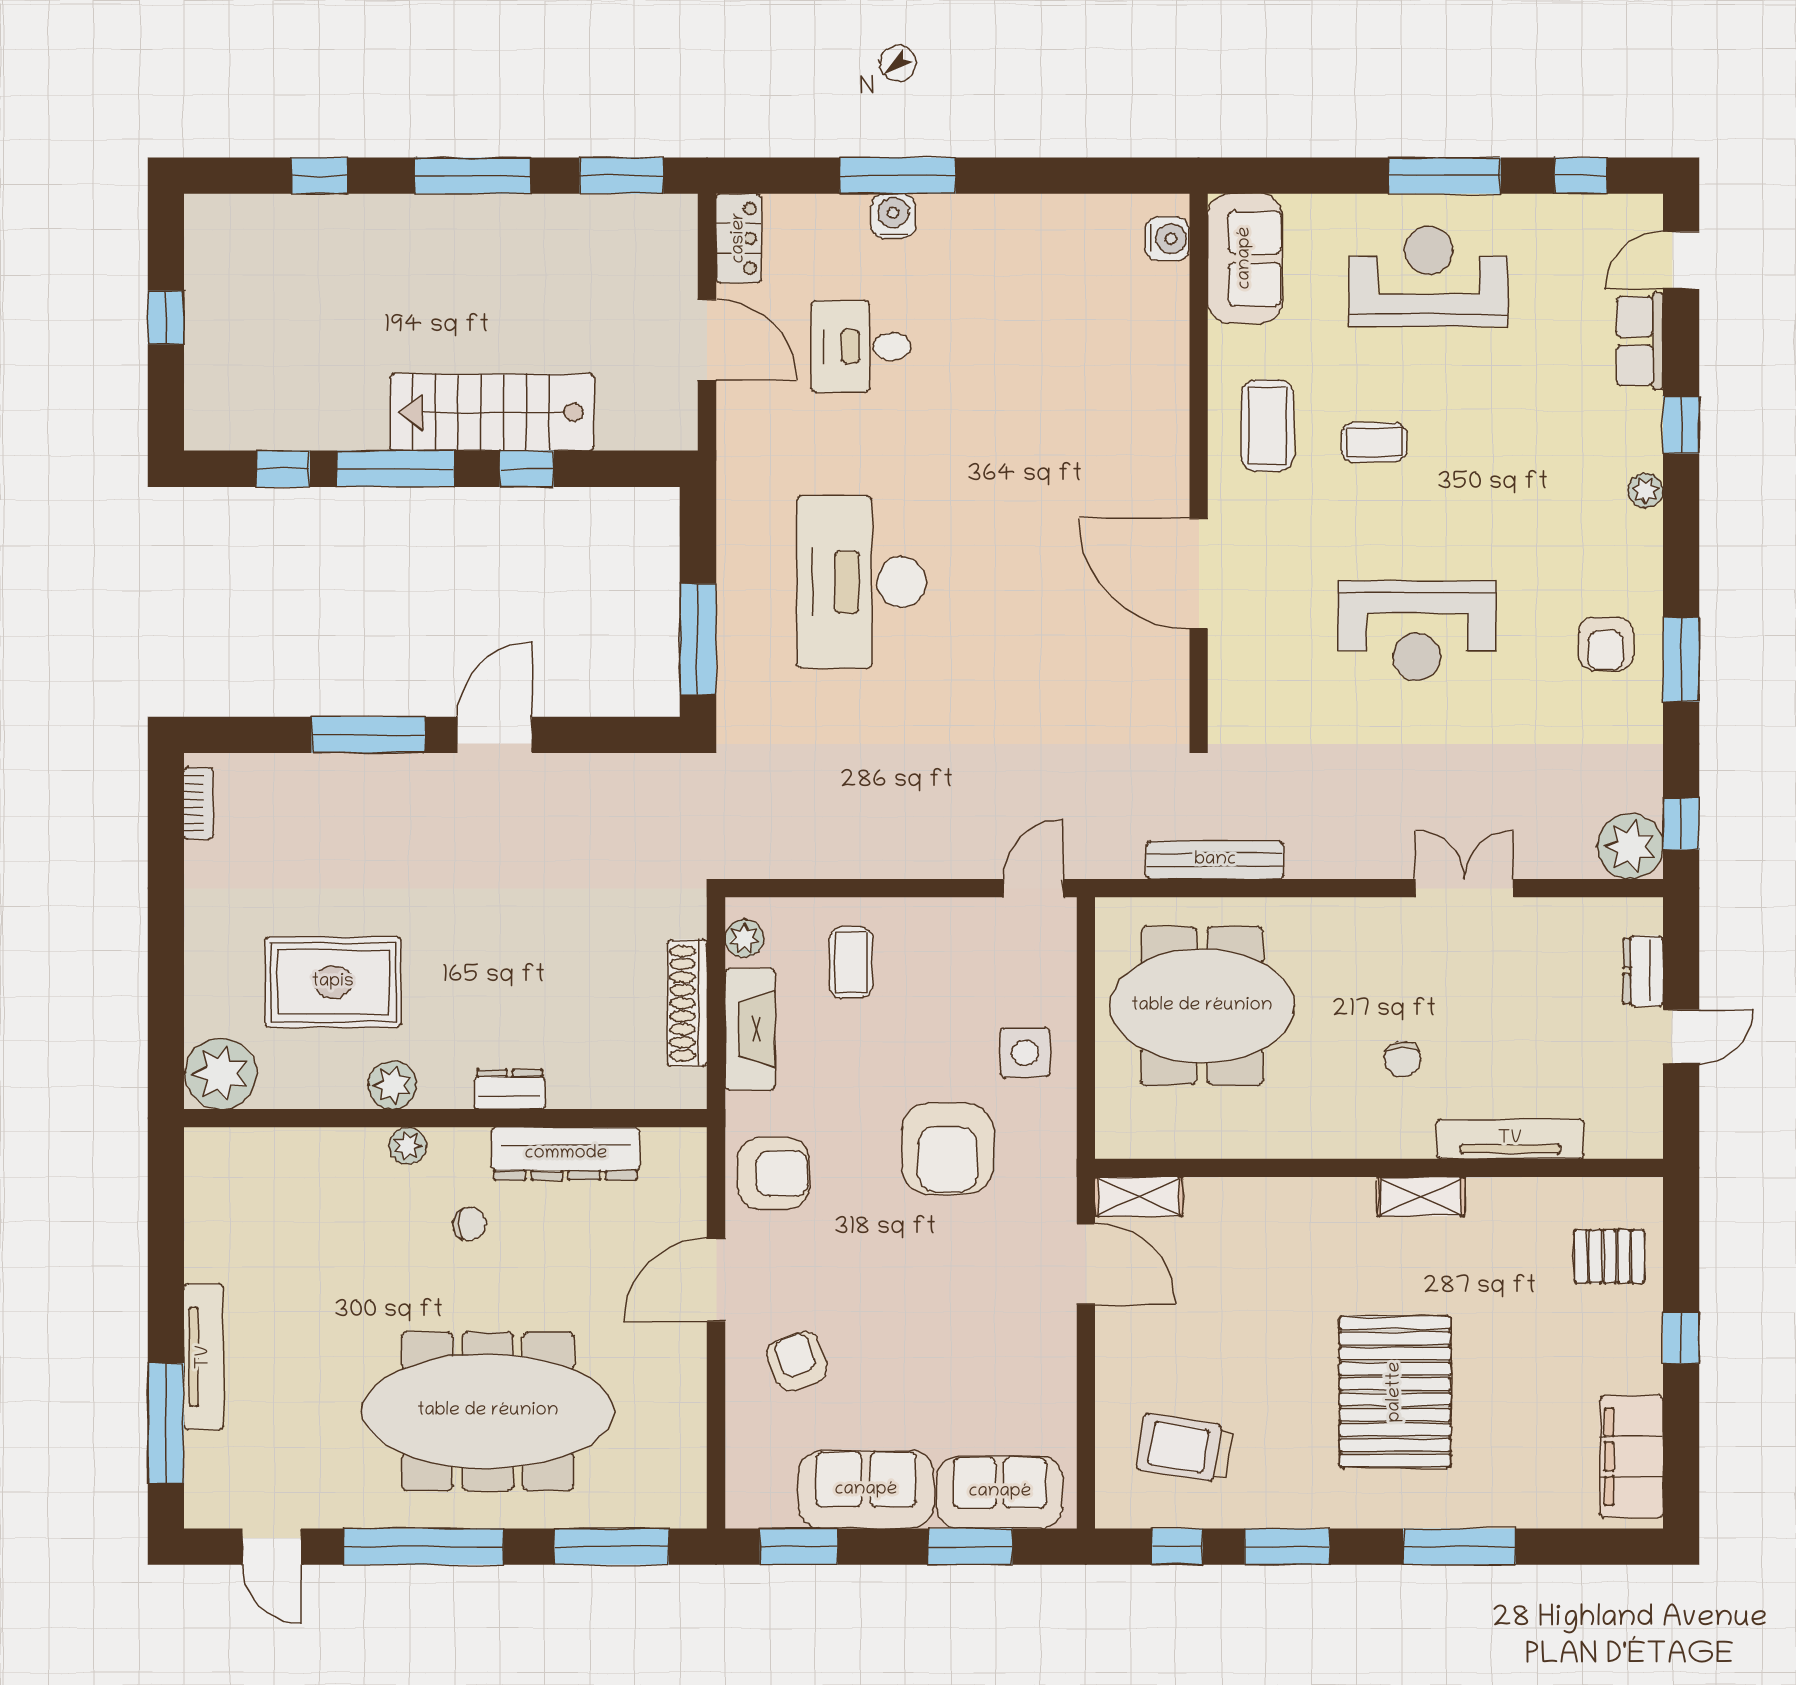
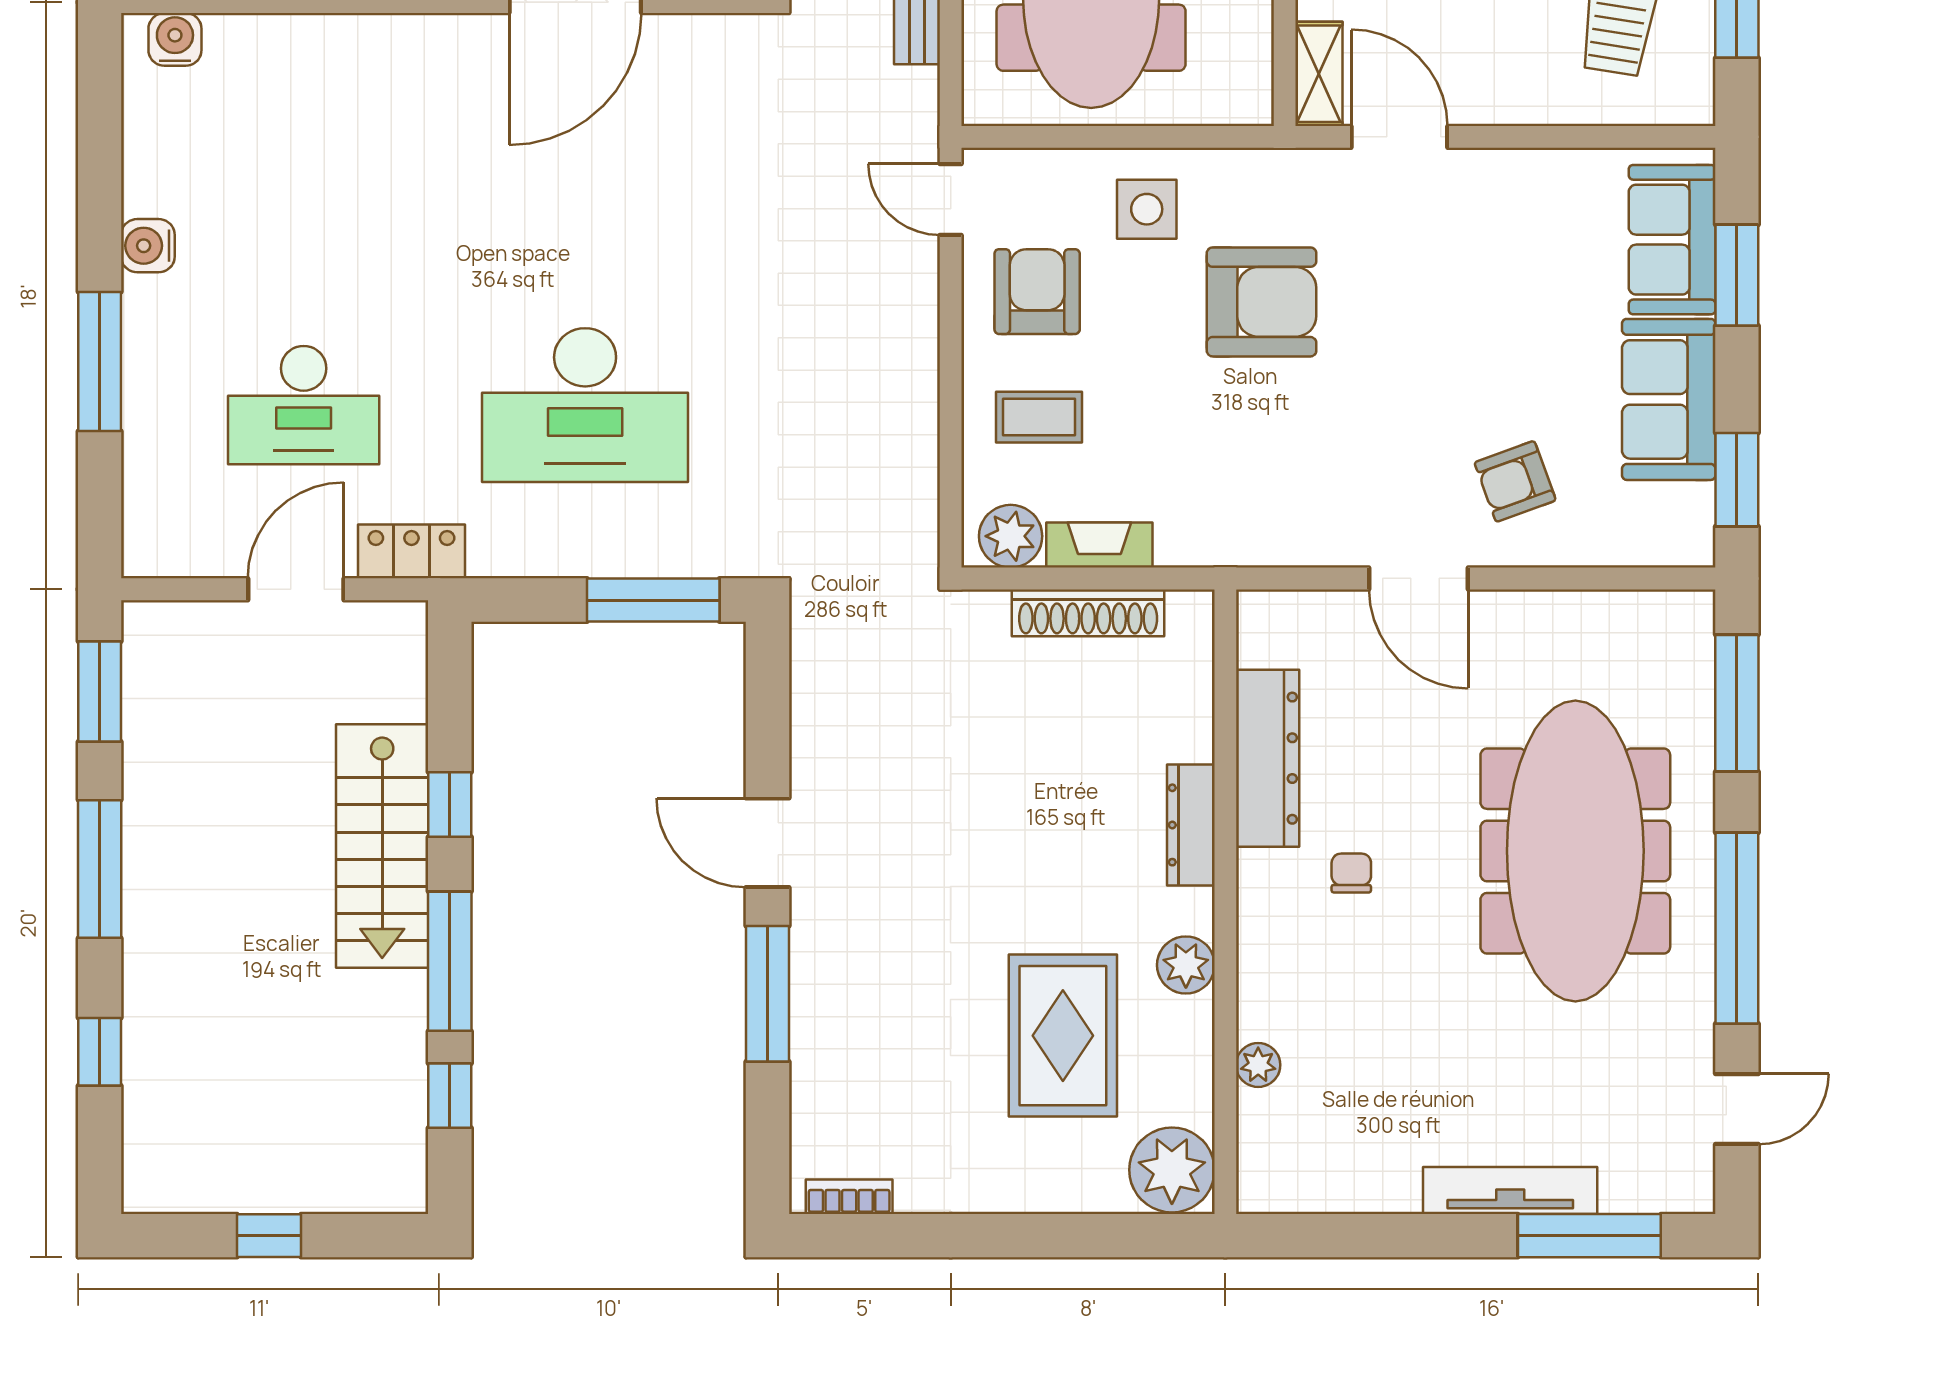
water cooler: (893, 216) -> (148, 246), moved
locker: (739, 238) -> (411, 551), moved
desk: (861, 346) -> (304, 405), width x1.37
plant: (744, 938) -> (1011, 536), width x1.38, depth x1.38
fireplace: (750, 1029) -> (1099, 545), width x0.73, depth x0.76
dresser: (510, 1089) -> (1191, 825), width x1.44
plant: (408, 1146) -> (1258, 1065), moved
armchair: (774, 1173) -> (1037, 292), moved
door: (1086, 1264) -> (1399, 137), hinge flipped

